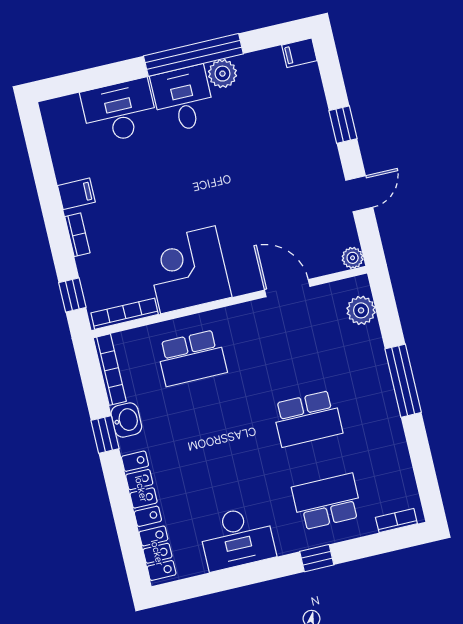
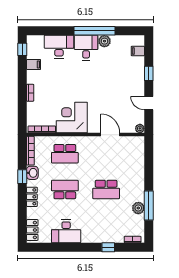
filing cabinet: (299, 53) -> (138, 51), moved
filing cabinet: (76, 194) -> (34, 64), moved
door: (359, 194) -> (149, 103), swing flipped
window: (72, 295) -> (22, 49), moved
plant: (361, 310) -> (138, 208), moved
window: (403, 381) -> (149, 206), moved
locker: (141, 489) -> (32, 197), width x0.66
school desk: (327, 502) -> (65, 189), moved
window: (317, 558) -> (108, 247), moved

